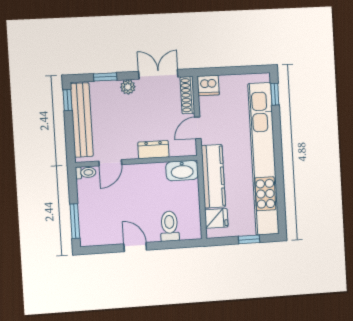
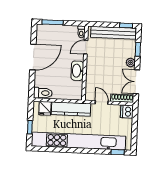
double door: (158, 74) -> (136, 82), swing flipped
dresser: (153, 150) -> (91, 74), removed
door: (110, 163) -> (86, 47), hinge flipped
washbasin: (182, 171) -> (77, 71), moved
toilet: (169, 226) -> (43, 93), moved
door: (135, 247) -> (33, 57), width x1.87

